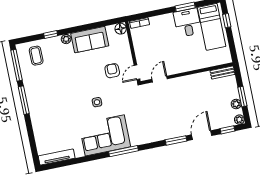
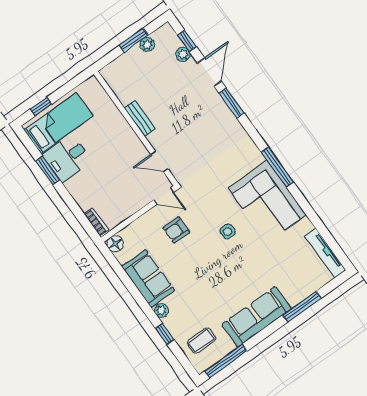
bench: (222, 73) -> (140, 118), moved
sofa: (36, 97) -> (257, 317), added
window: (24, 100) -> (302, 307), moved
plant: (239, 120) -> (183, 54), moved
door: (202, 135) -> (209, 72), swing flipped

